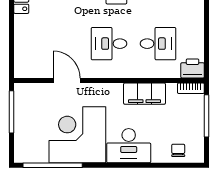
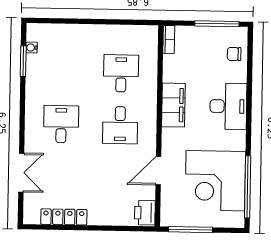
printer: (193, 68) -> (145, 213), moved
filing cabinet: (144, 94) -> (173, 105), moved
window: (207, 116) -> (217, 24), moved
corner desk: (77, 135) -> (215, 181), moved

